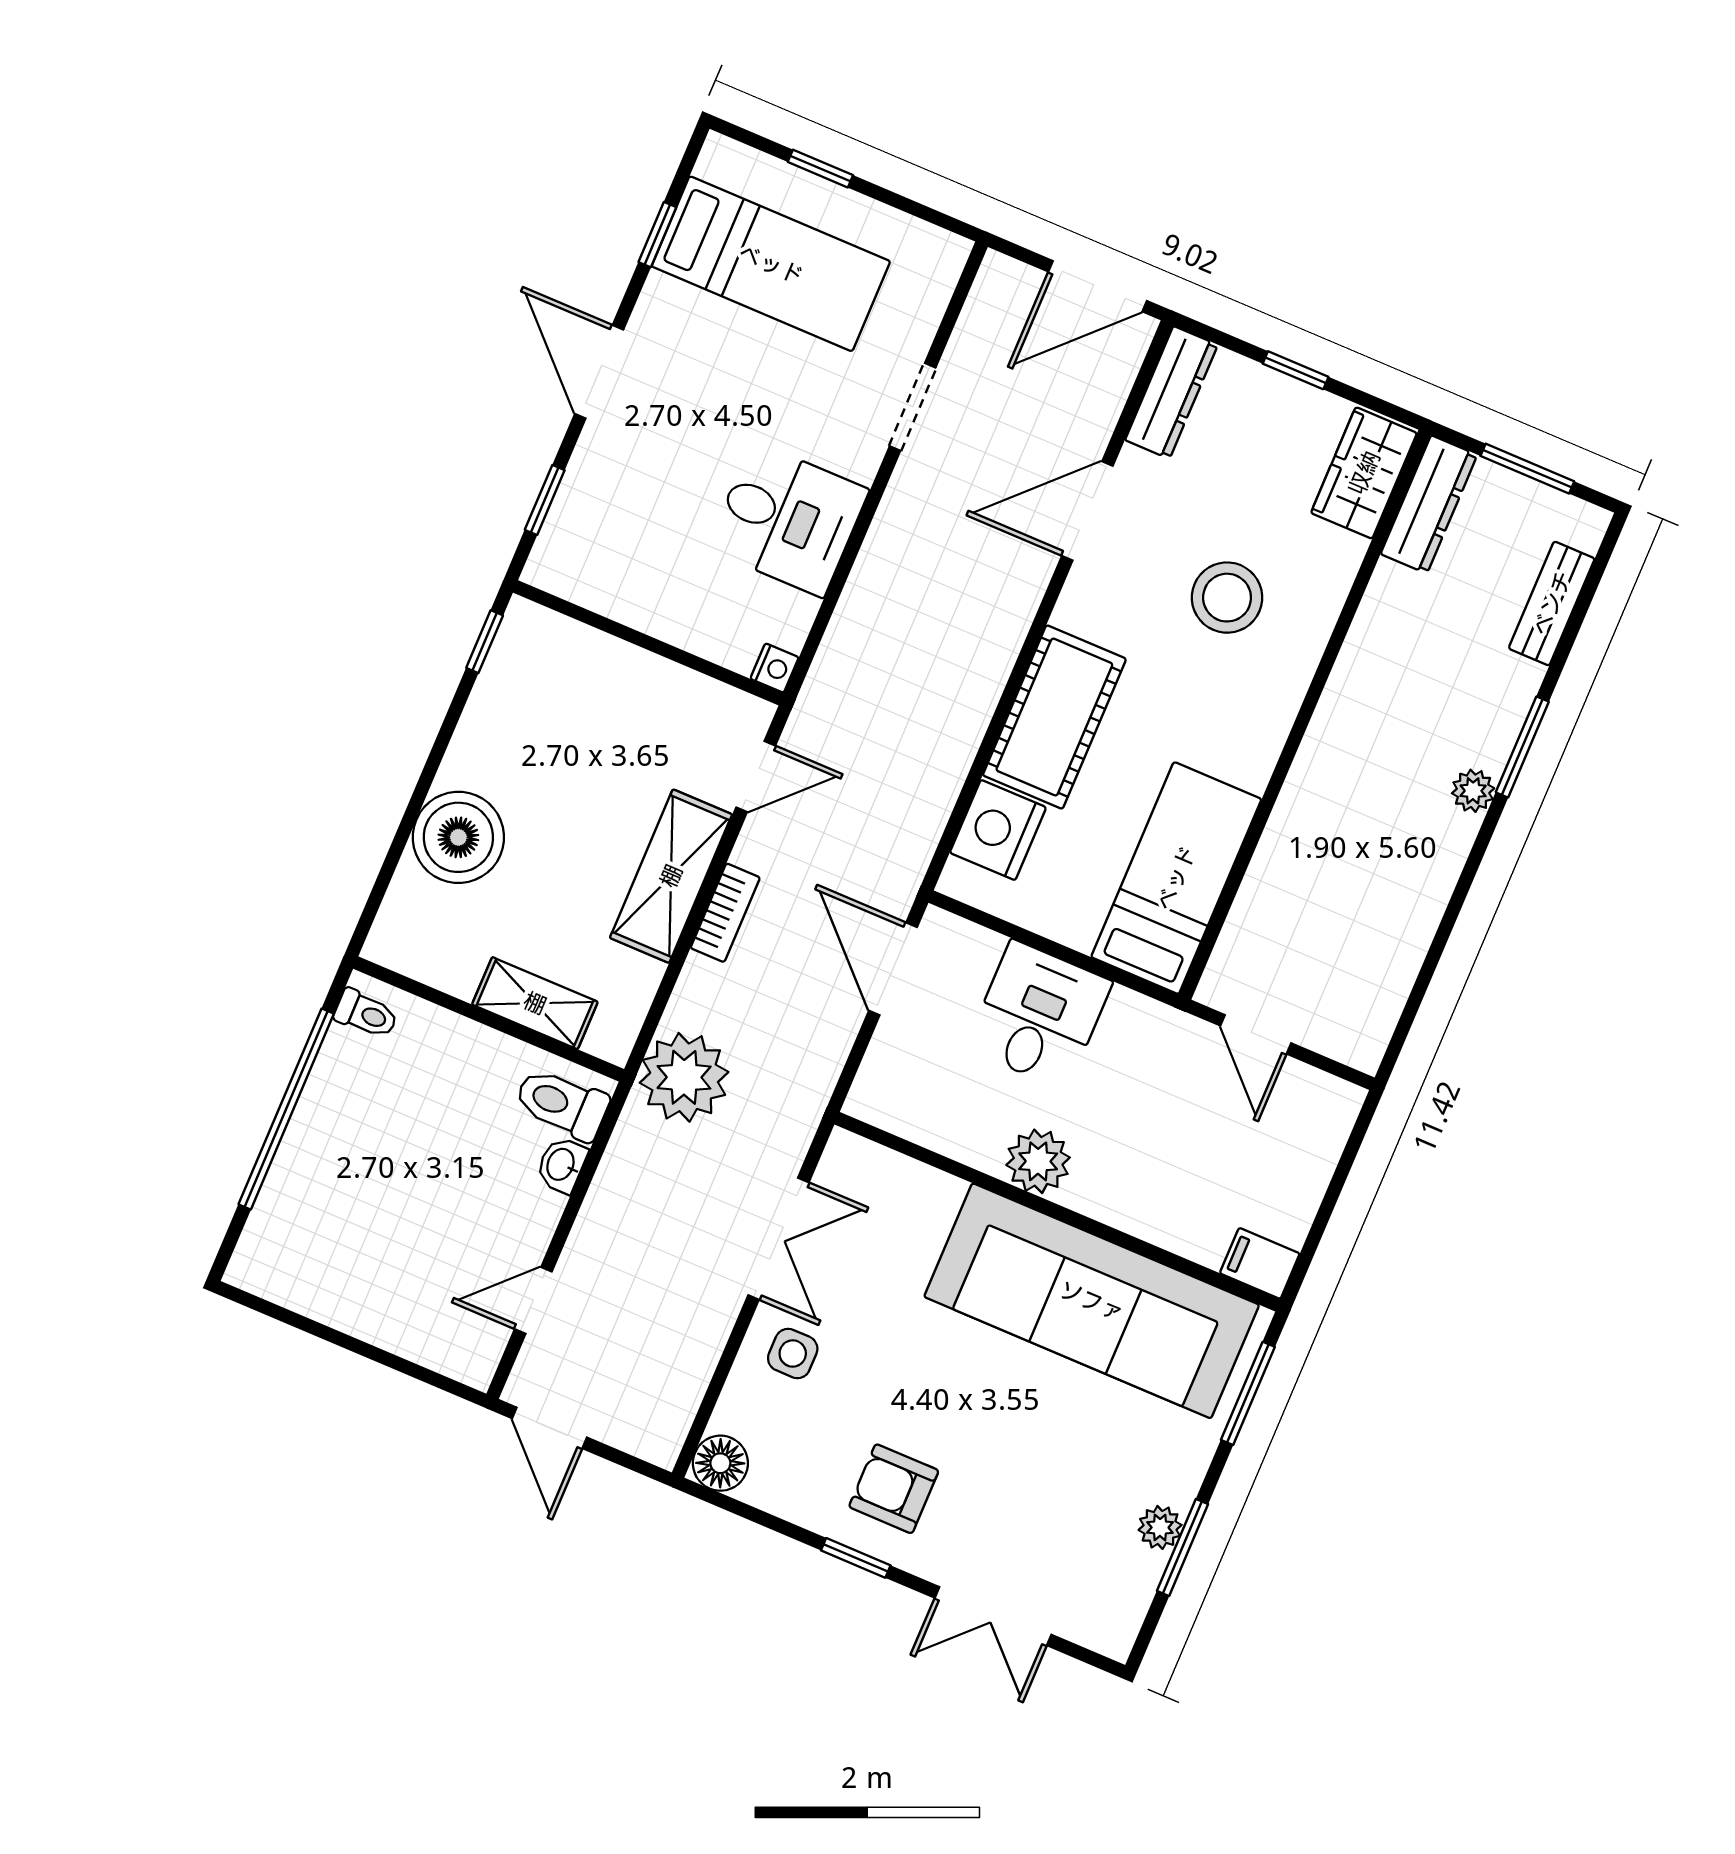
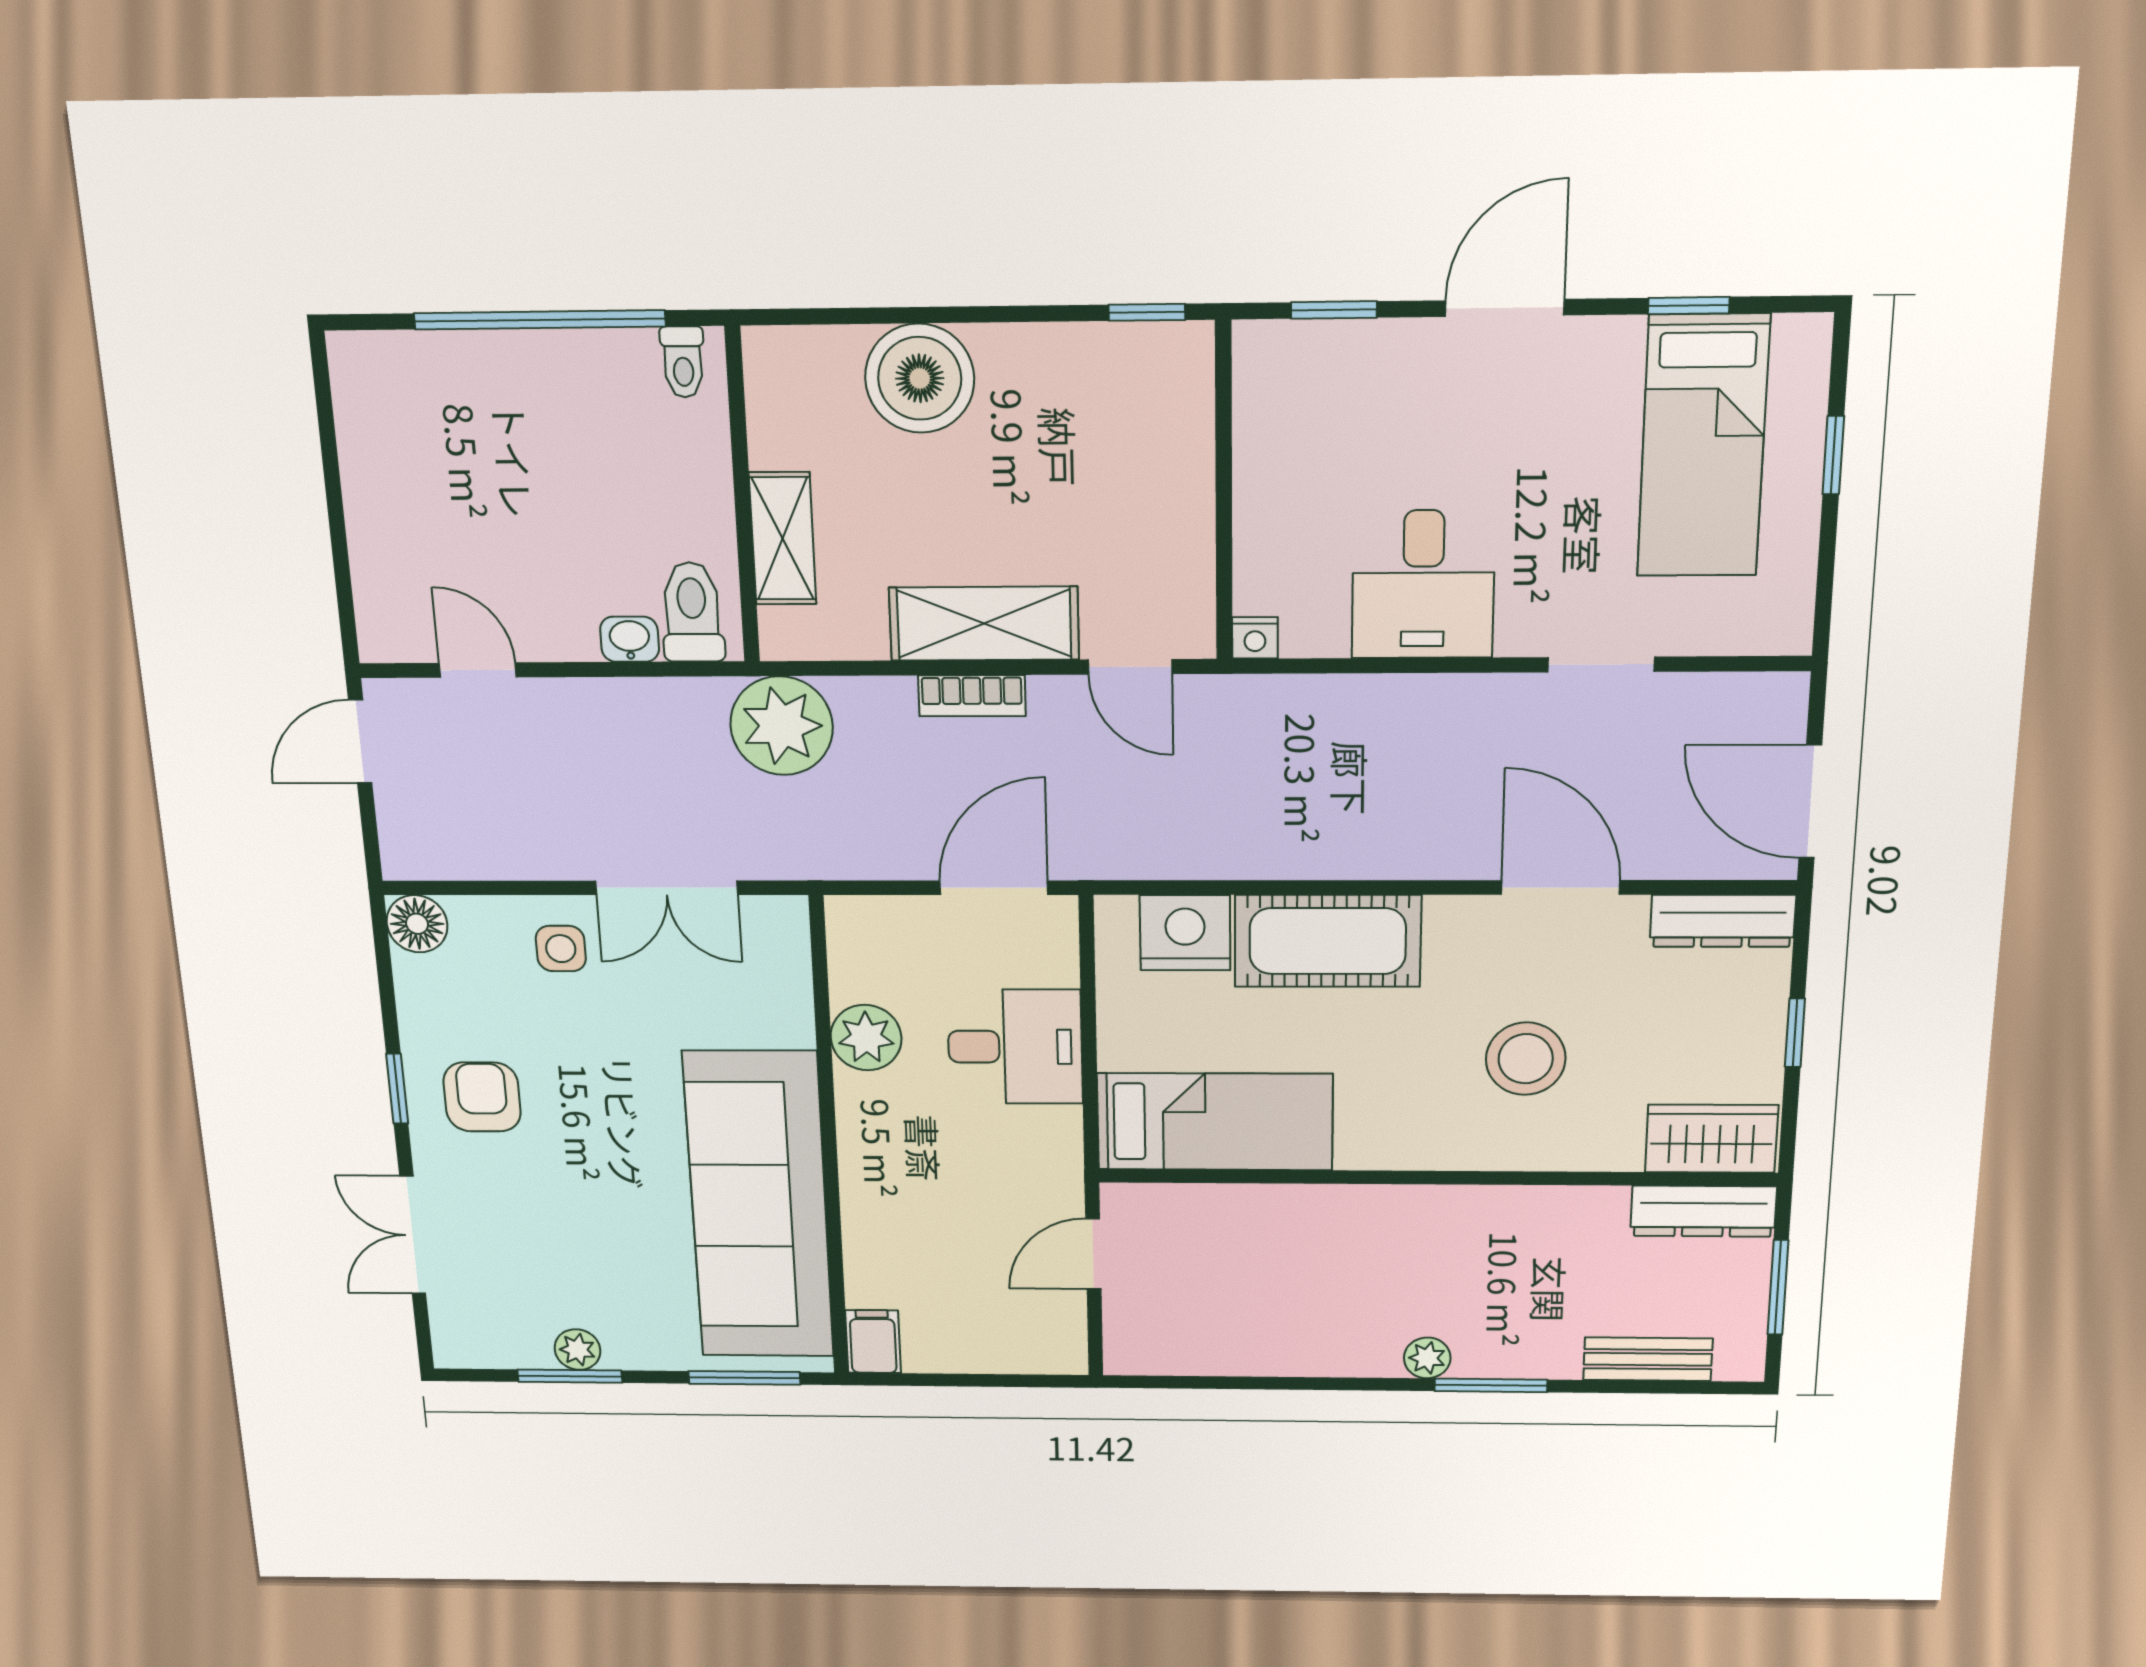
plant: (1038, 1161) -> (866, 1038), moved

